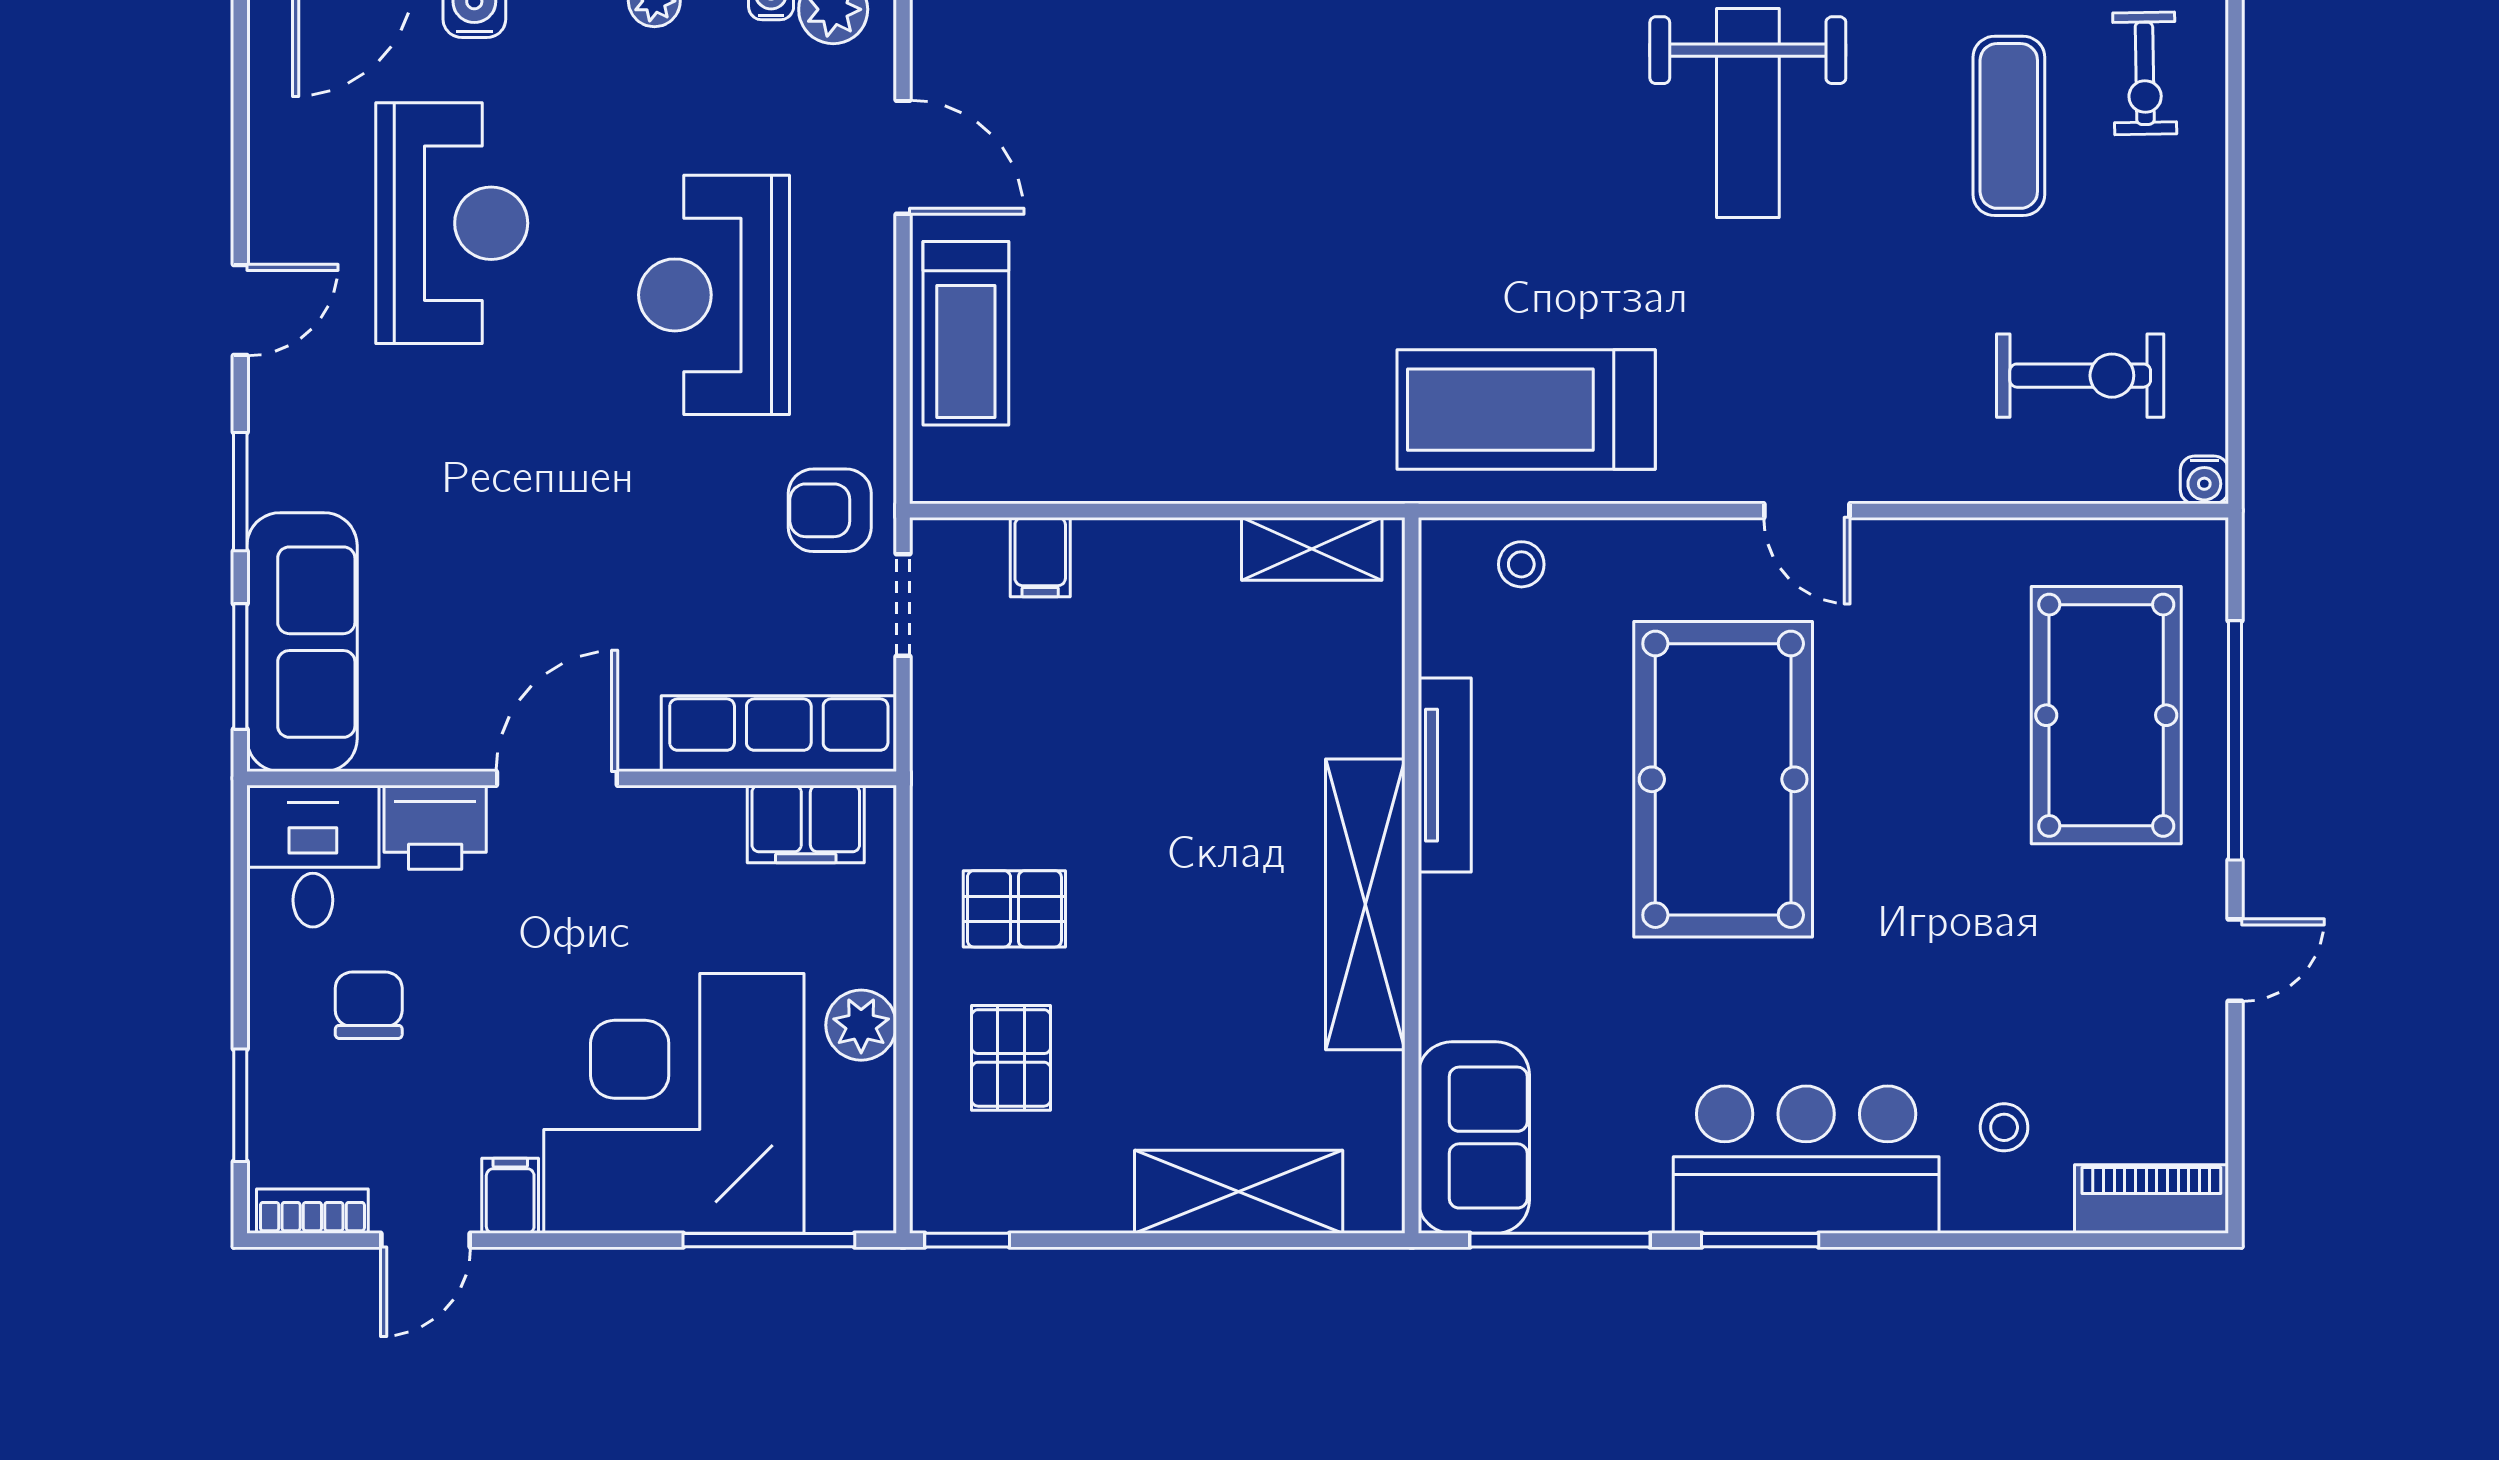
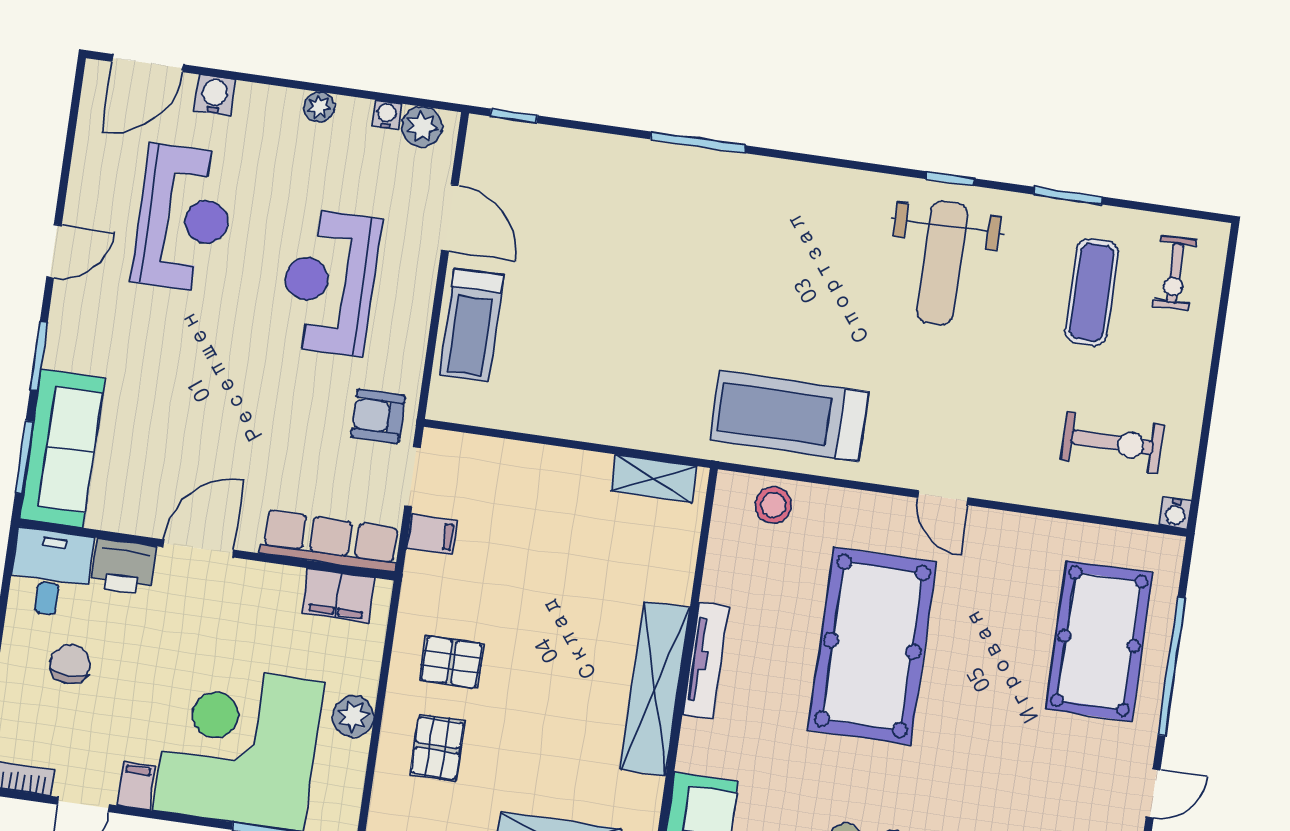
filing cabinet: (1040, 557) -> (432, 535), moved, turned -90
stool: (1521, 564) -> (773, 505), width x1.37, depth x1.37
tv unit: (1445, 775) -> (706, 661), moved

